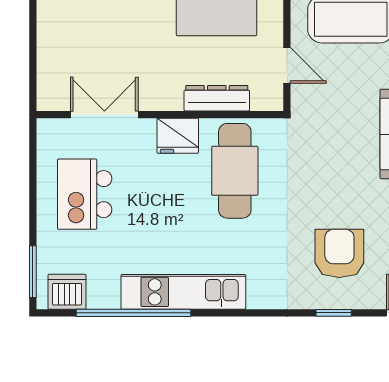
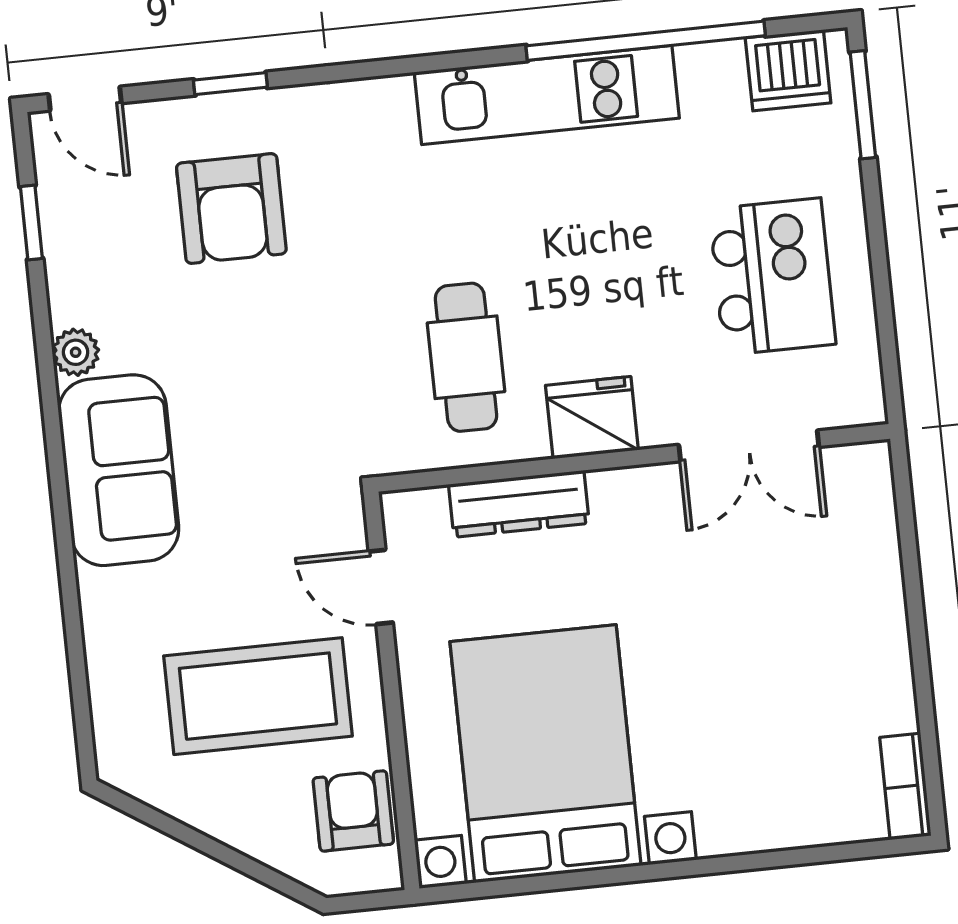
cafe table: (235, 171) -> (466, 357), width x0.73, depth x0.74

